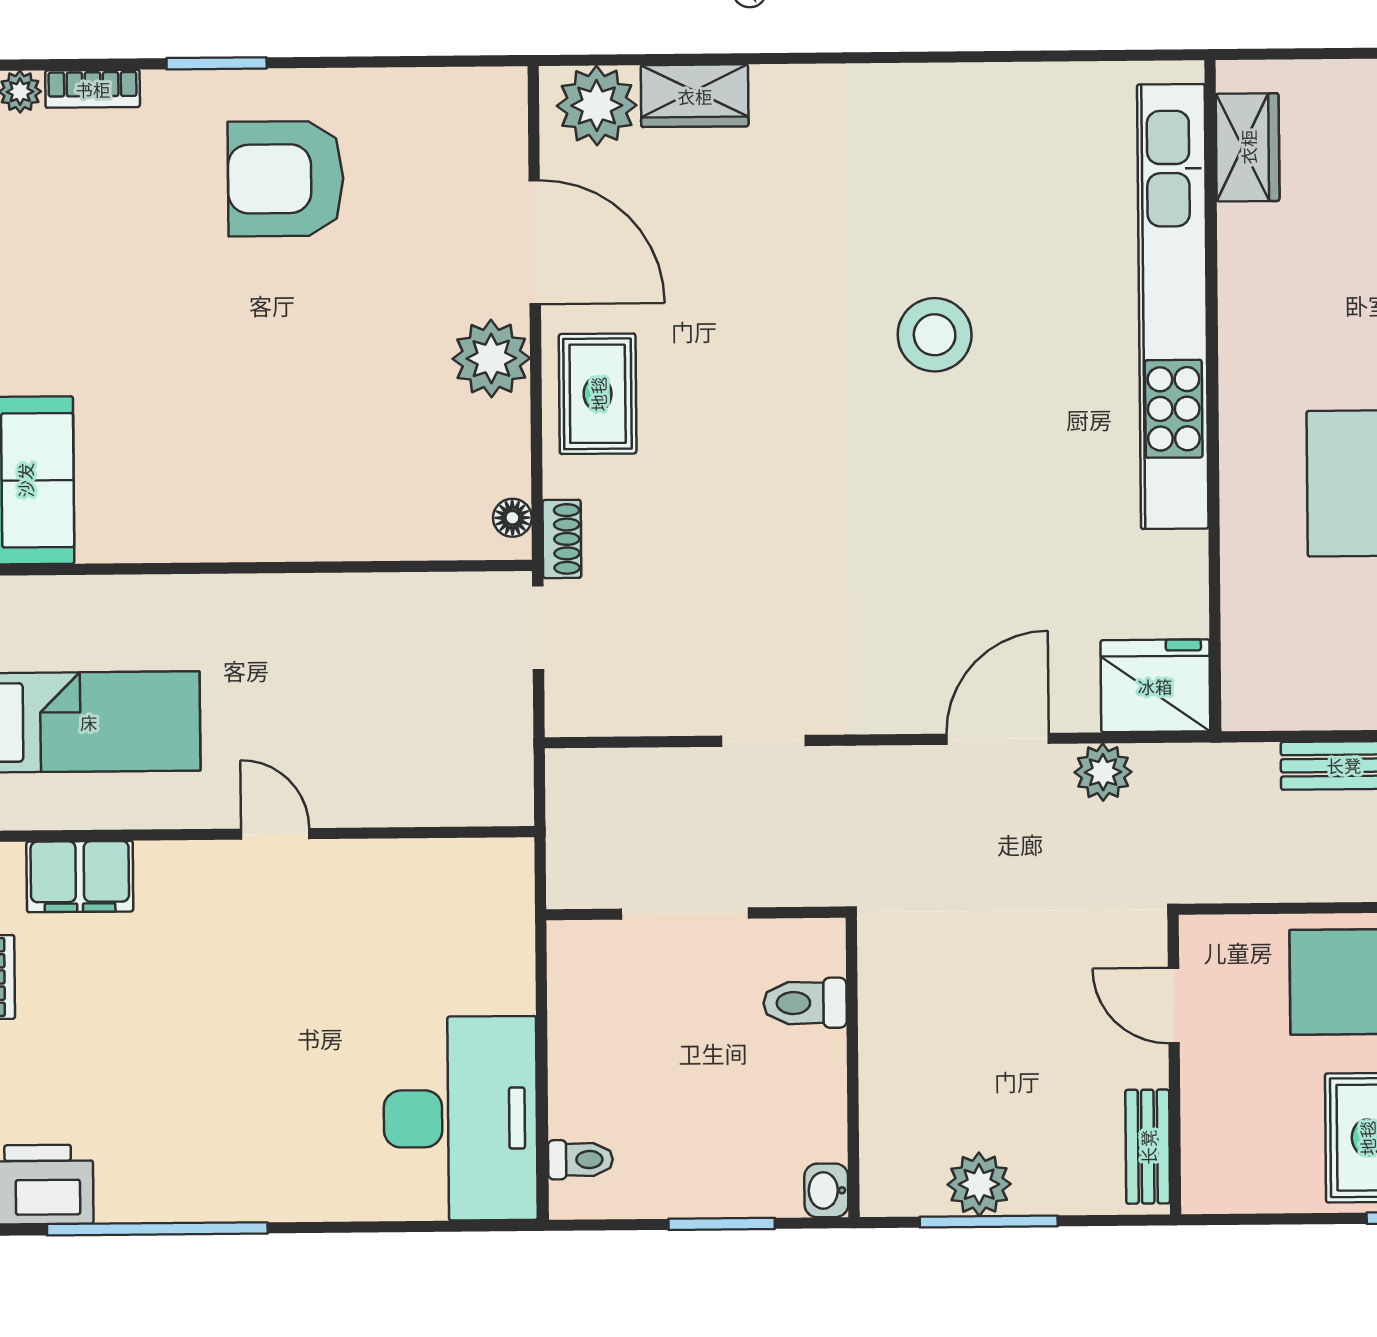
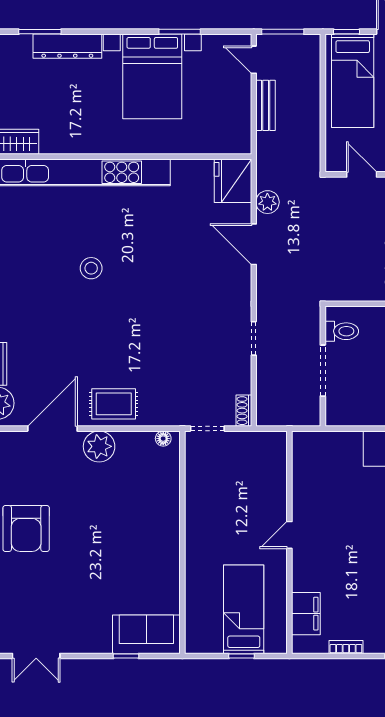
stool: (935, 335) -> (91, 268), width x0.73, depth x0.73
shoe rack: (562, 539) -> (244, 411), moved, turned -90
toilet: (805, 1003) -> (342, 331), moved, turned -90
door: (1174, 1006) -> (362, 174), swing flipped

